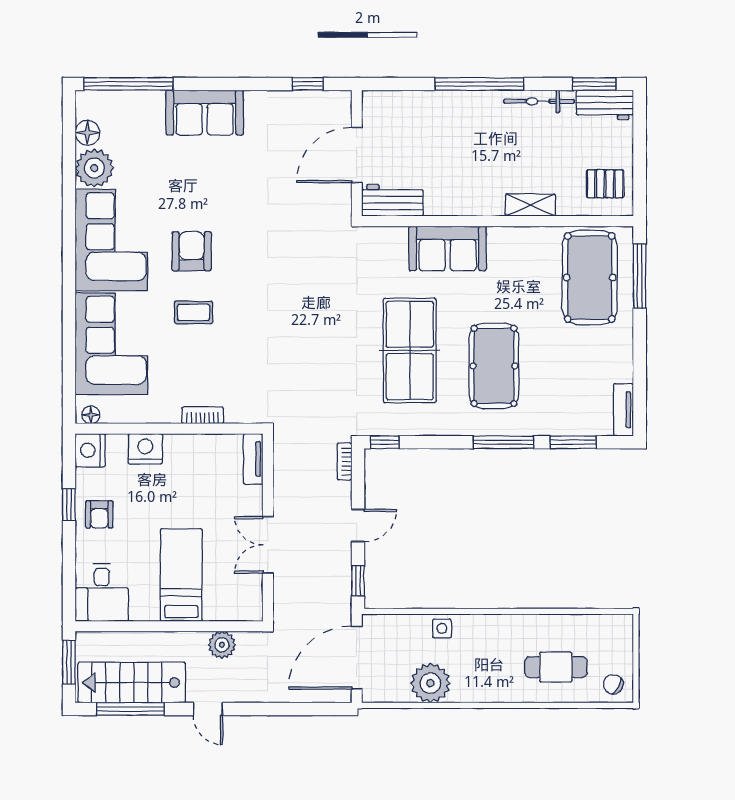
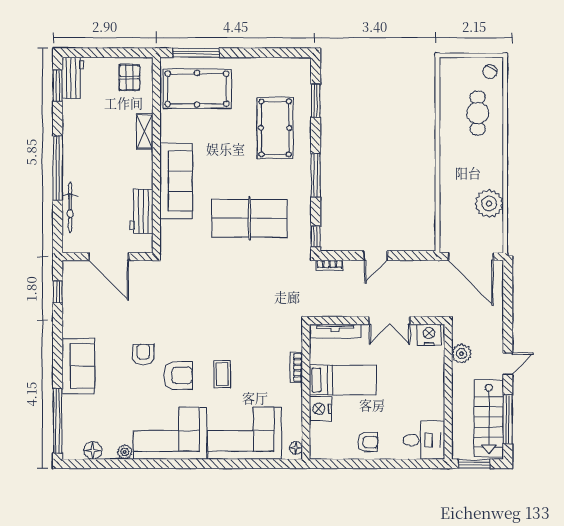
bicycle: (539, 101) -> (70, 208), moved
plant: (94, 168) -> (125, 452), width x0.53, depth x0.53
workbench: (392, 200) -> (141, 211), moved
armchair: (221, 203) -> (143, 355), added
sofa: (448, 248) -> (176, 181), width x1.36
armchair: (192, 251) -> (178, 375), turned 180
pool table: (494, 366) -> (275, 128), moved, turned 90
tv unit: (623, 410) -> (292, 64), removed
window: (503, 442) -> (316, 175), moved
nightstand: (90, 450) -> (429, 335), moved, turned 180
tv unit: (253, 459) -> (335, 331), width x1.41
window: (69, 505) -> (361, 464), removed
door: (358, 525) -> (376, 256), swing flipped
bed: (181, 575) -> (343, 380), moved, turned 180
window: (358, 581) -> (415, 256), removed
side table: (442, 628) -> (450, 195), removed

